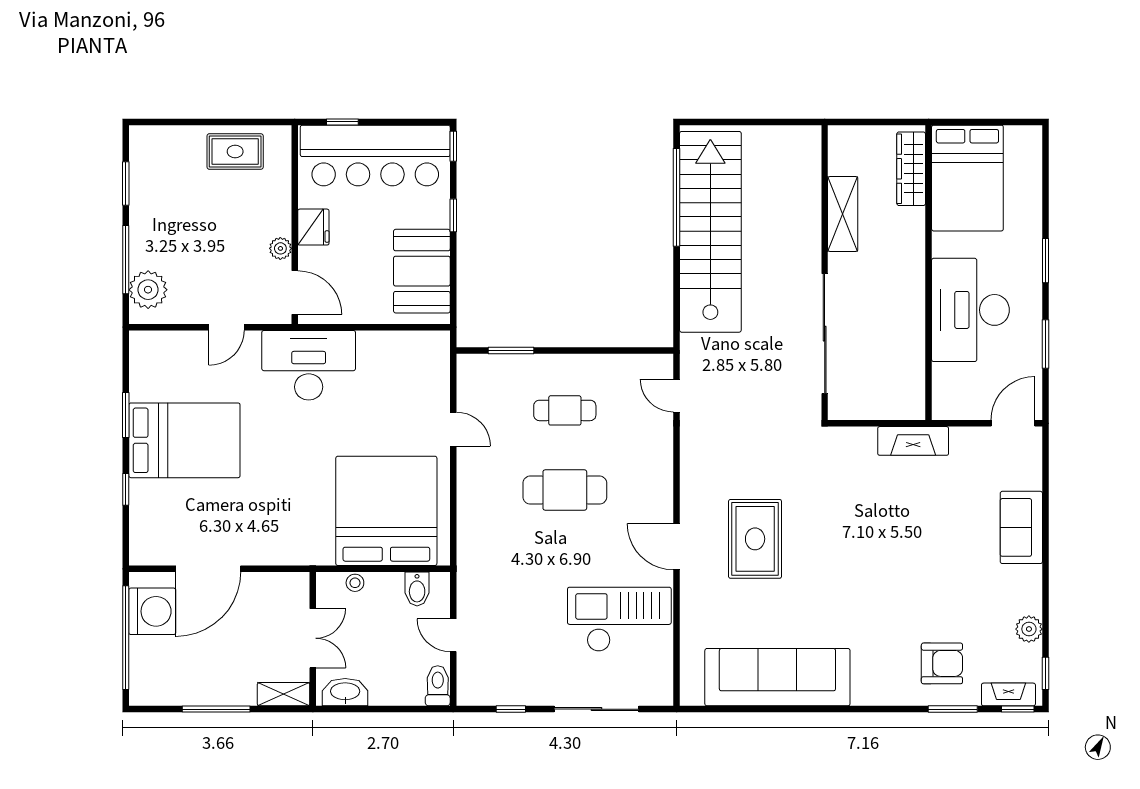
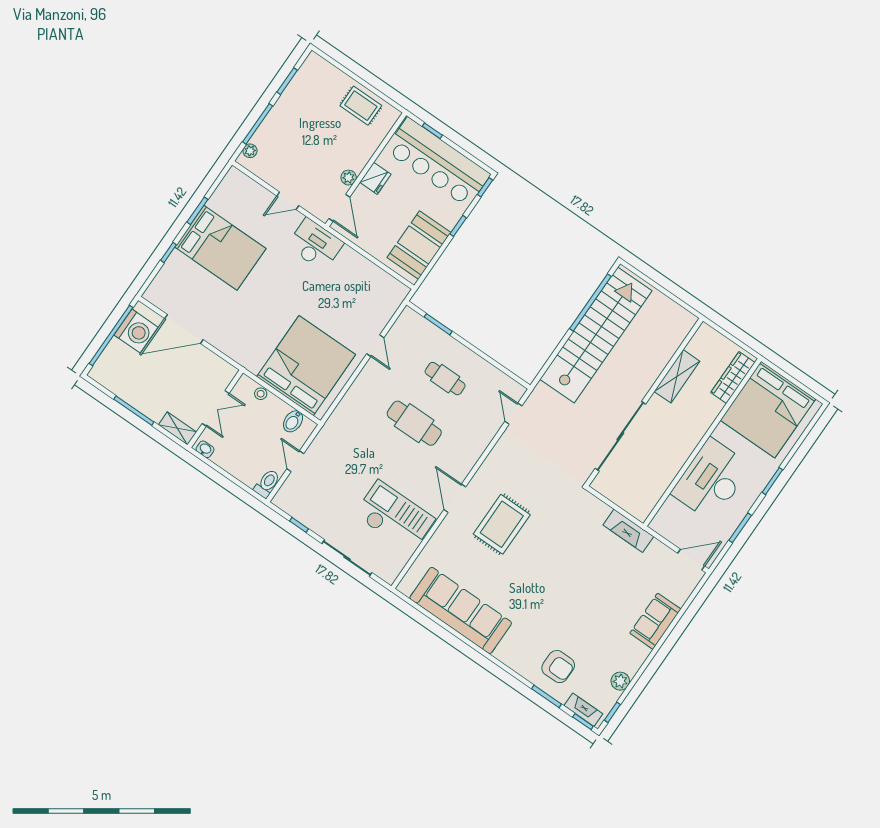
bed: (967, 178) -> (768, 410), width x1.36
plant: (148, 290) -> (250, 151), width x0.53, depth x0.53
desk: (309, 365) -> (315, 245), width x0.73, depth x0.77
washbasin: (345, 692) -> (205, 449), width x0.52, depth x0.69

